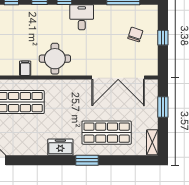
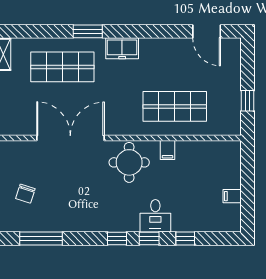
desk: (82, 17) -> (155, 216), moved
double door: (118, 78) -> (70, 138), moved

